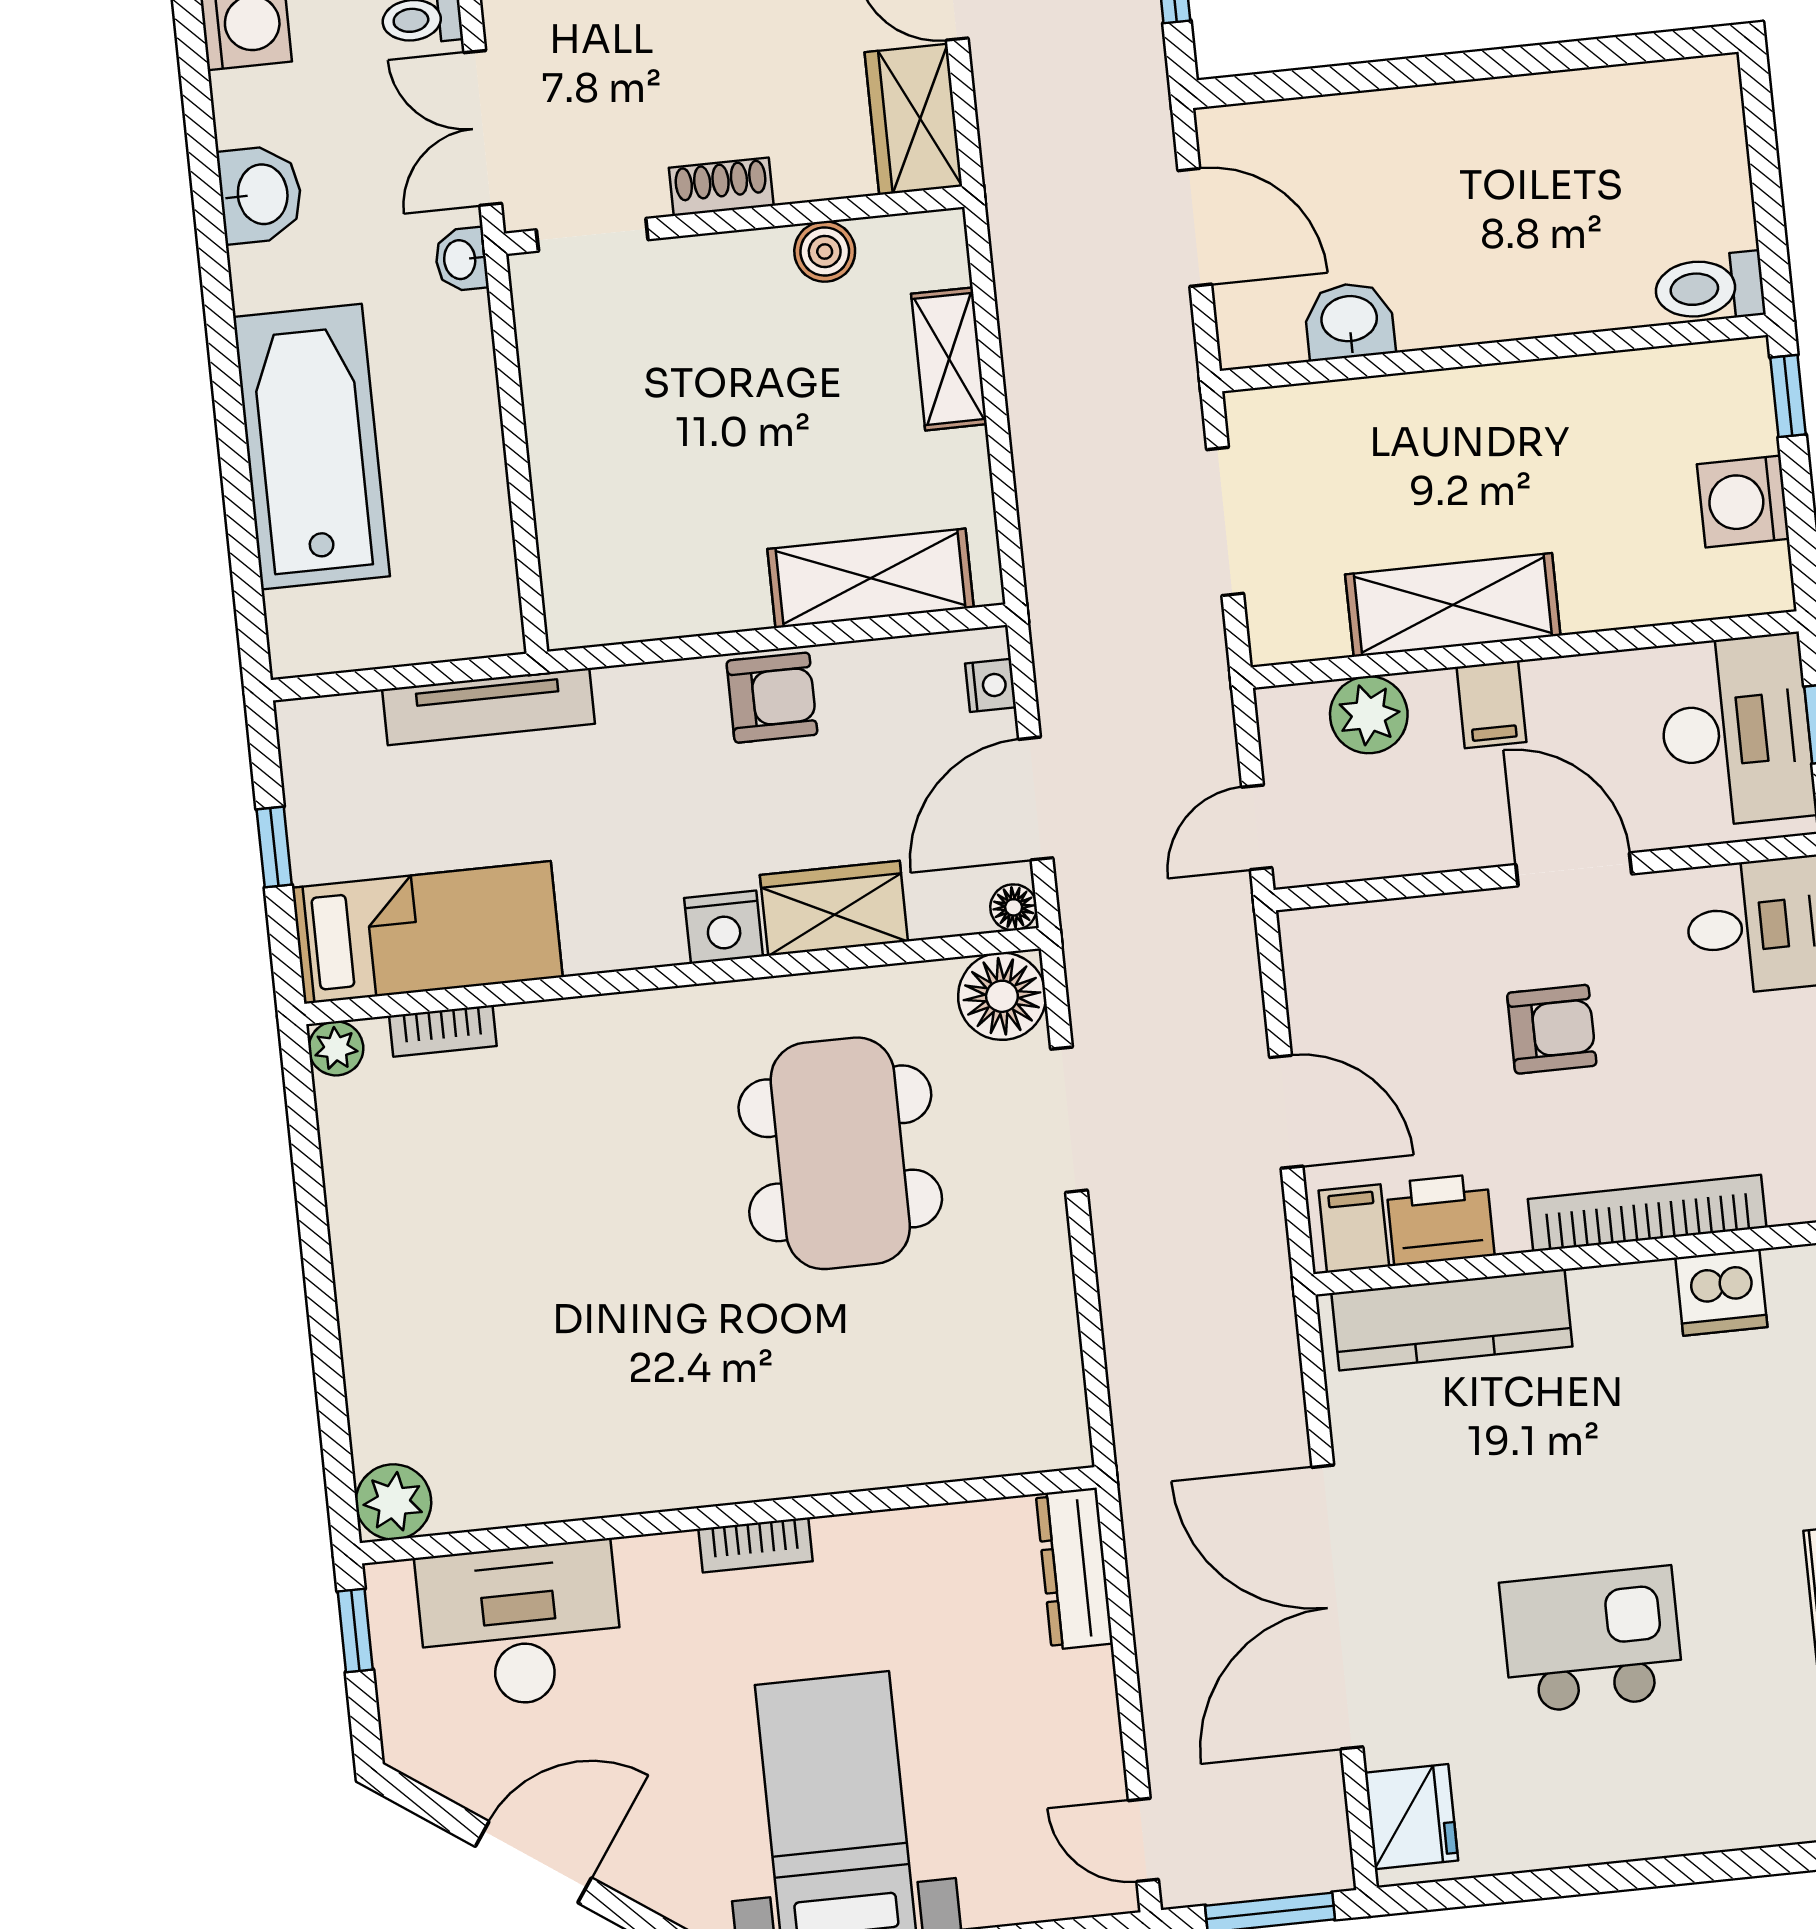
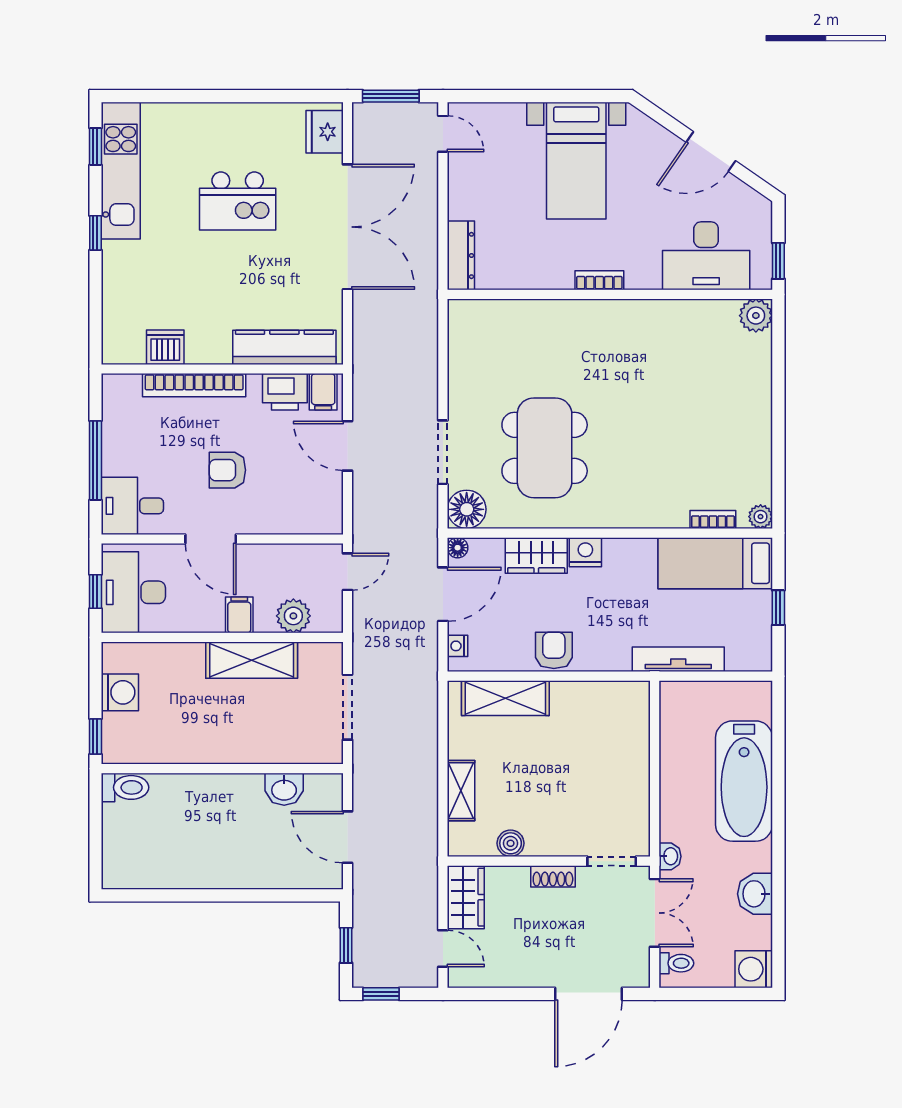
armchair: (772, 698) -> (554, 650), turned 90

